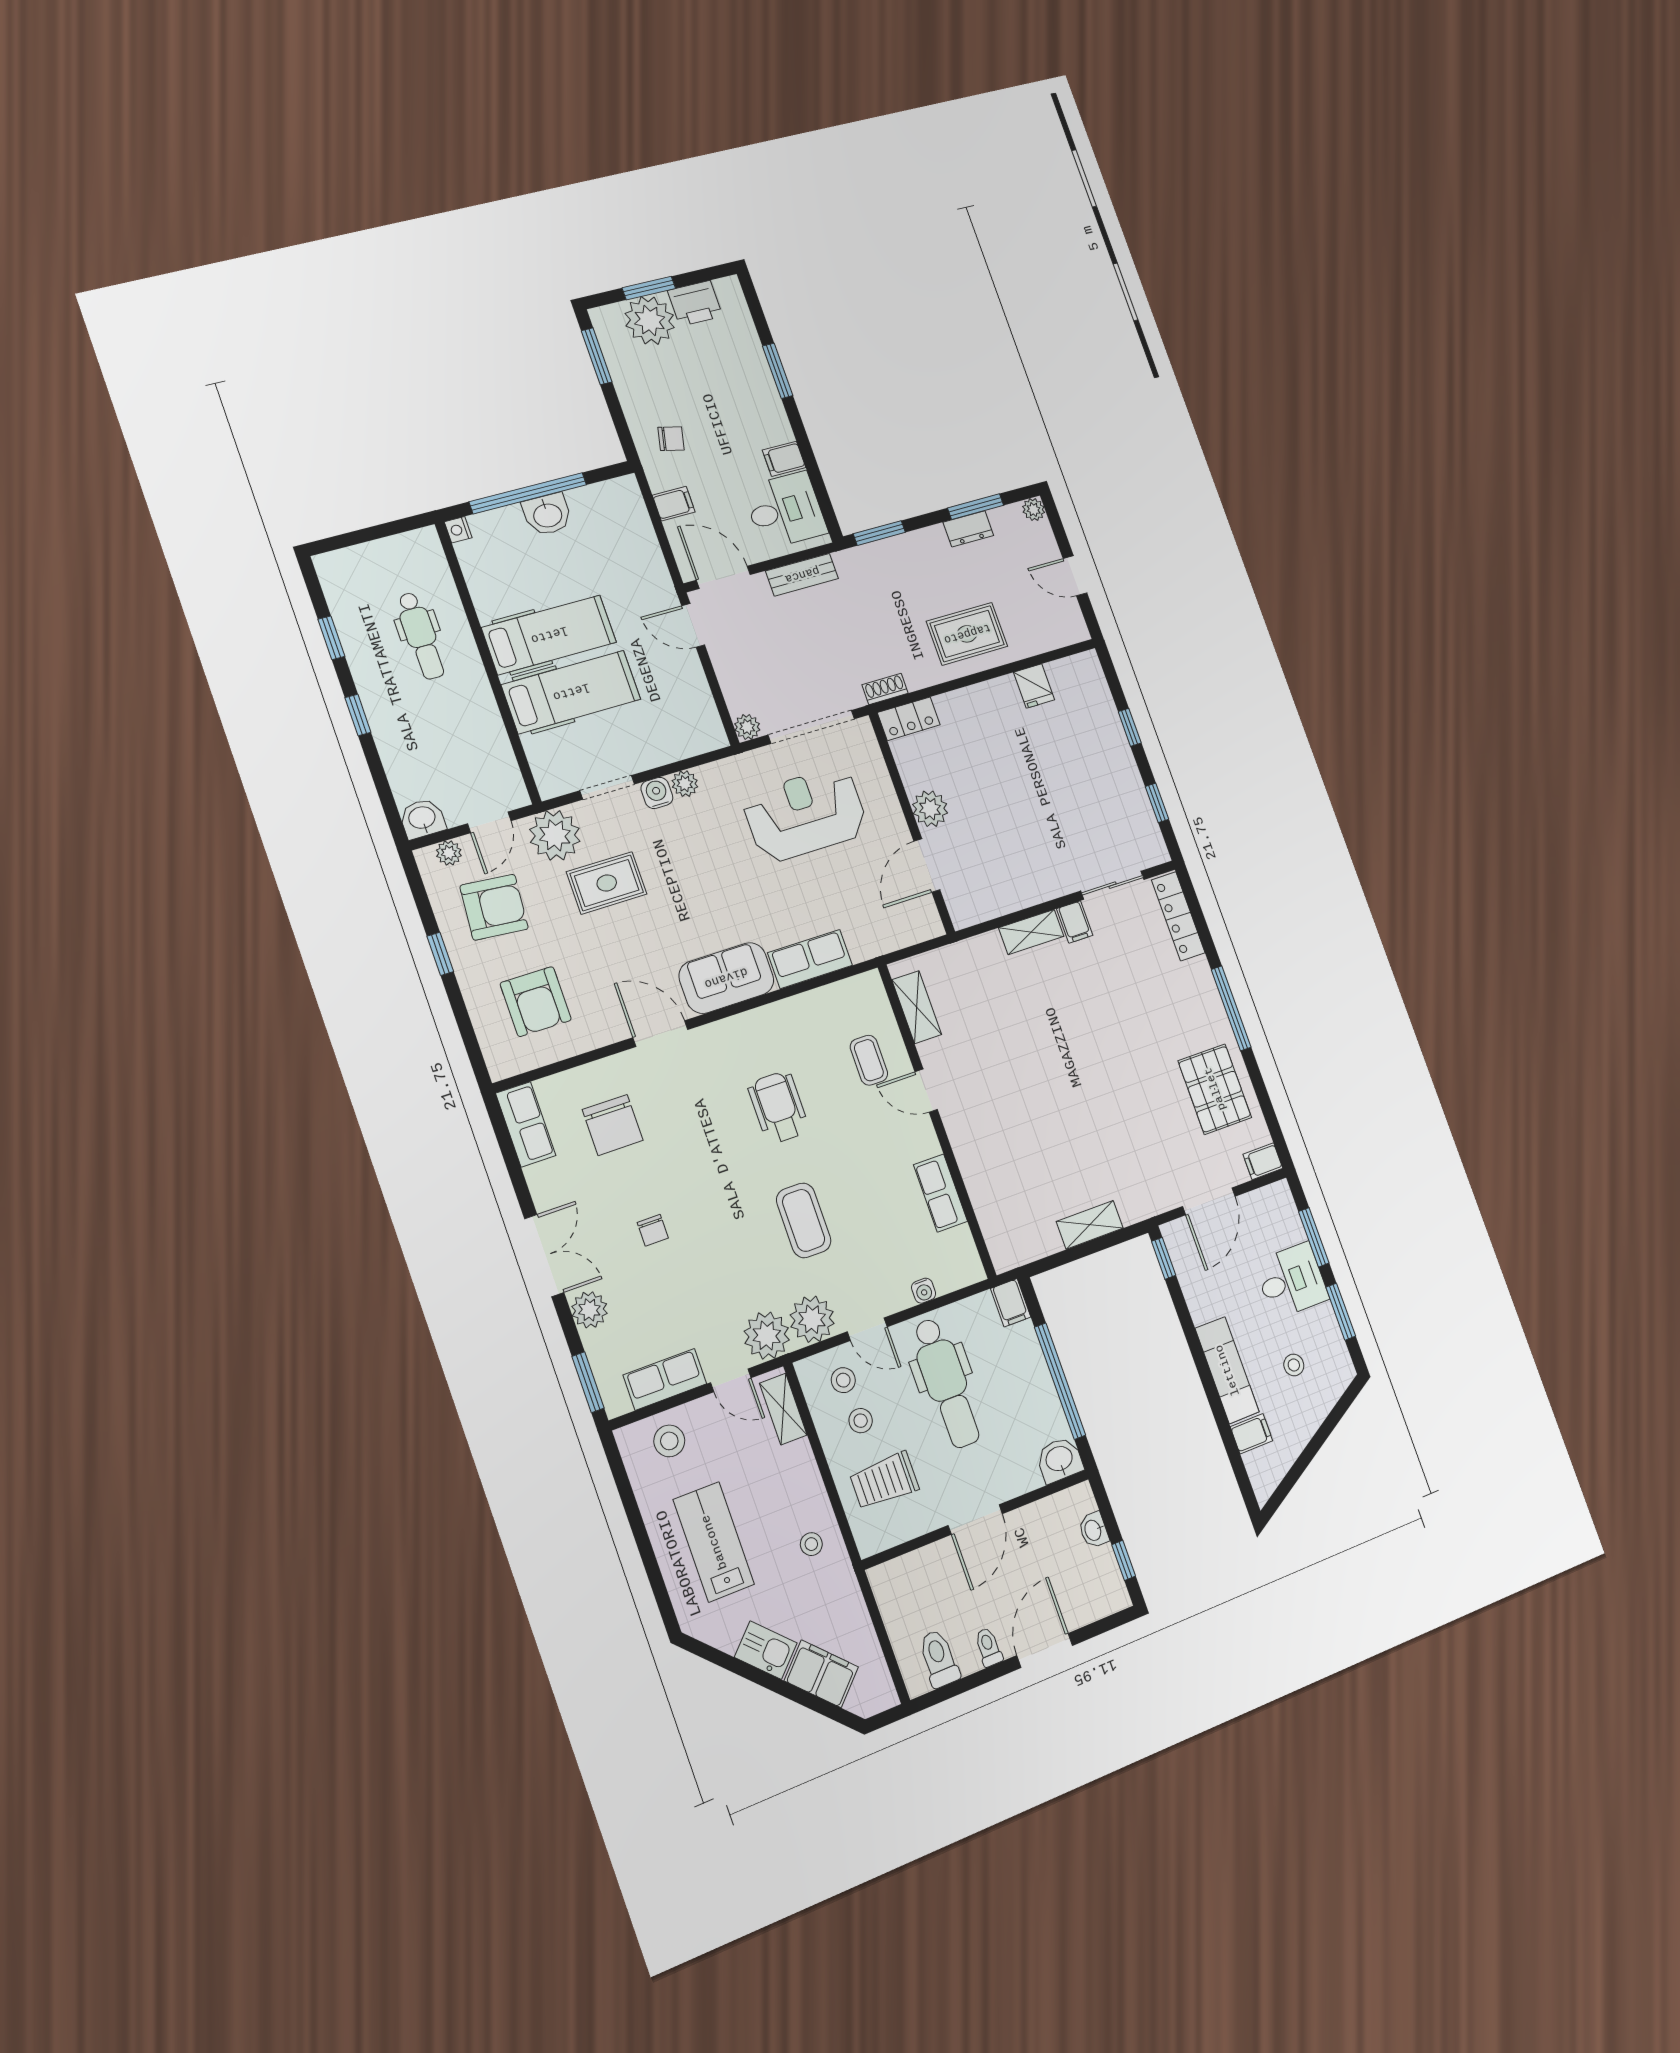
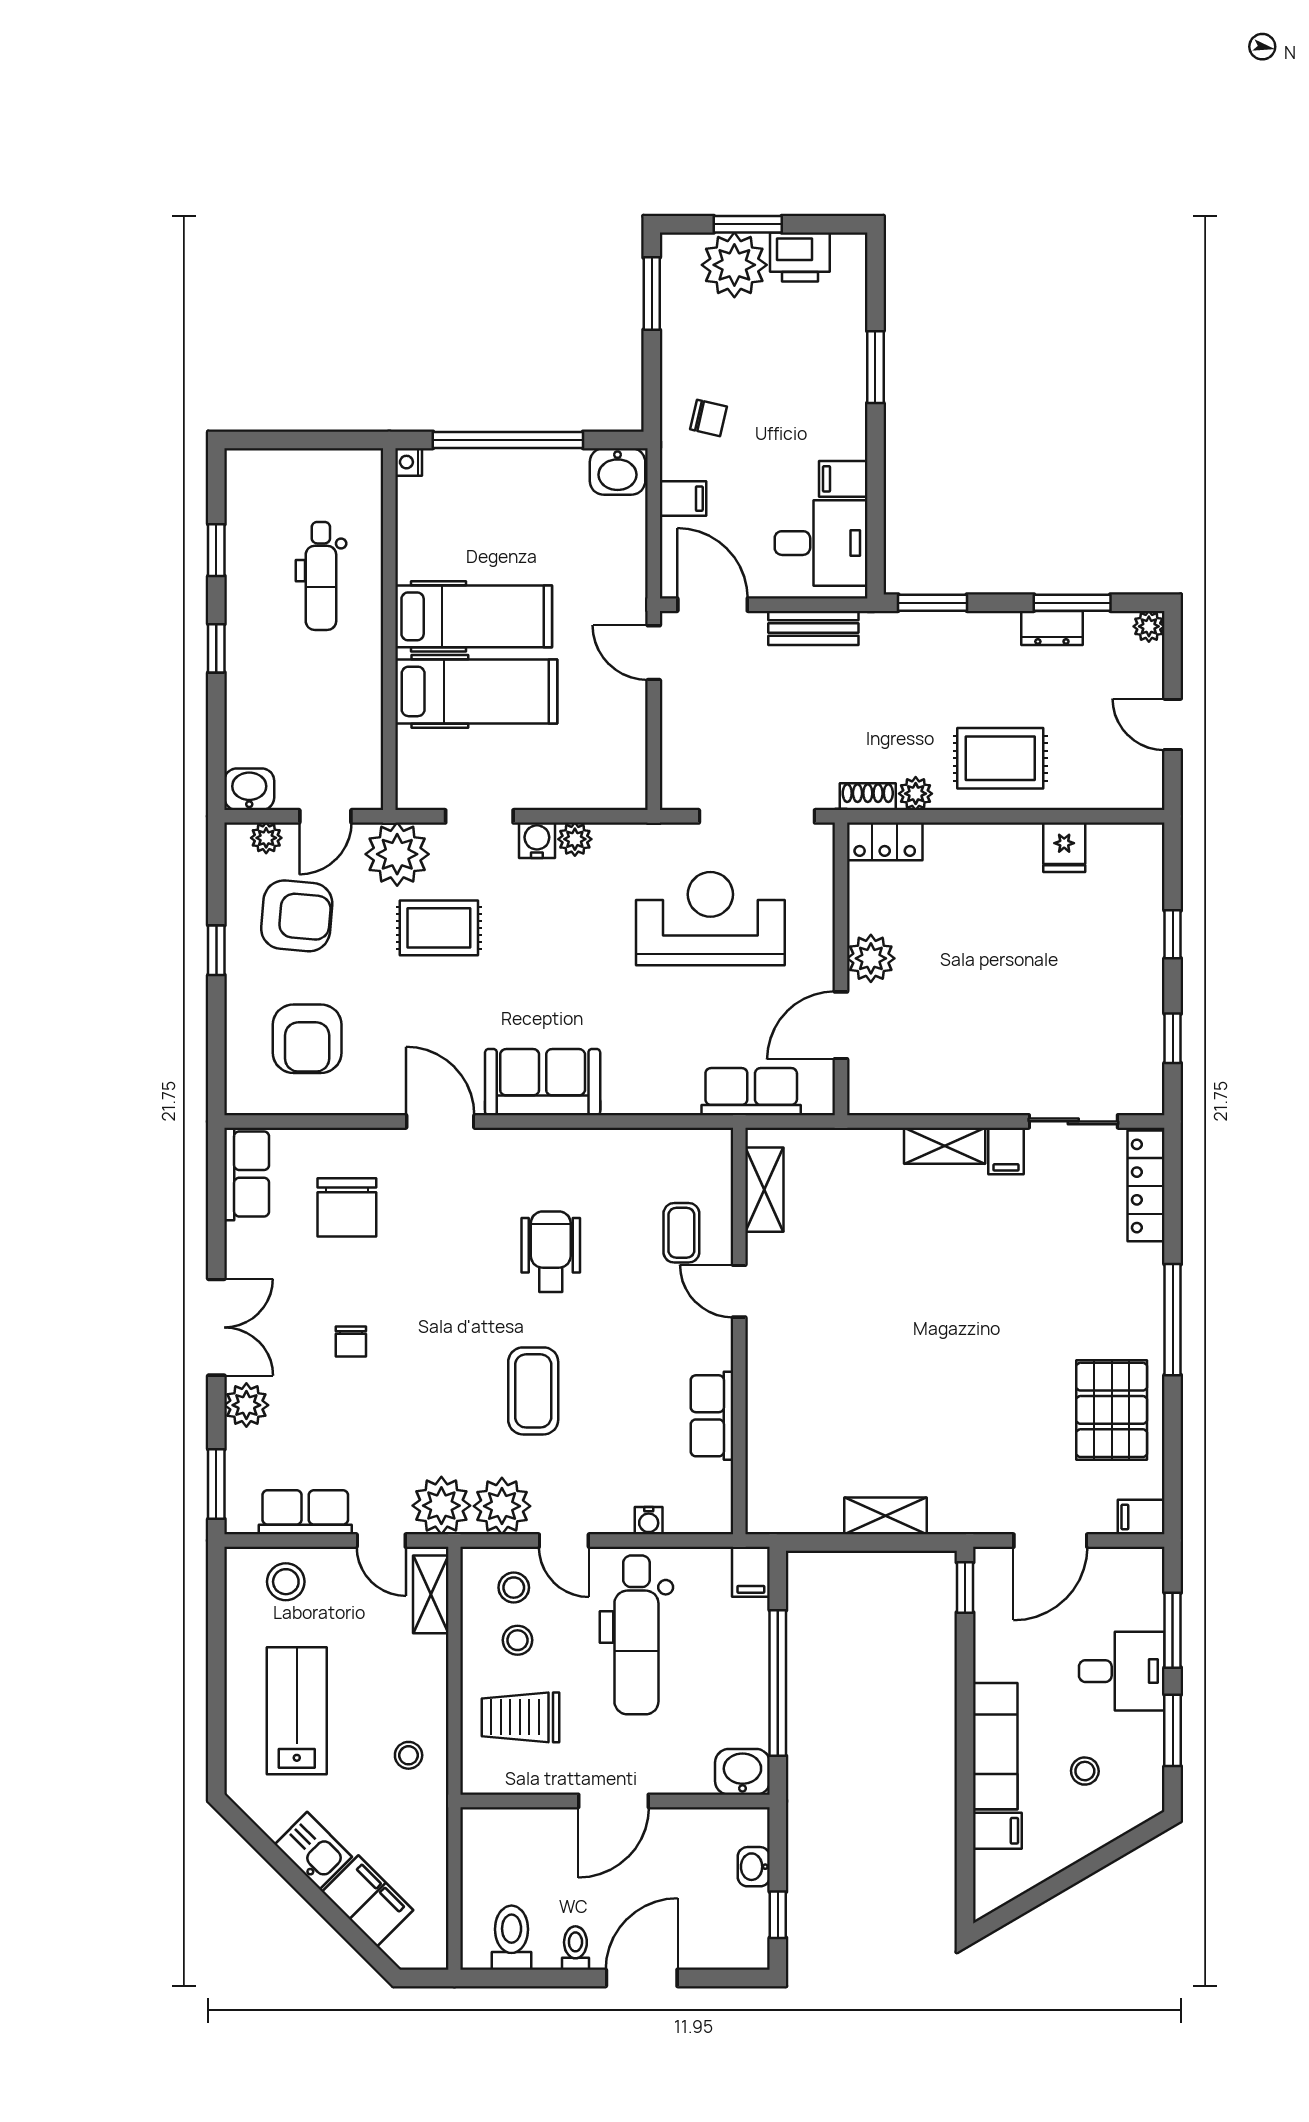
washbasin: (547, 514) -> (618, 471), moved
plant: (747, 727) -> (916, 794), moved
row of seats: (810, 959) -> (751, 1092), moved

